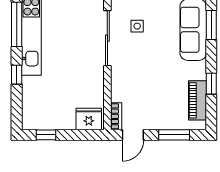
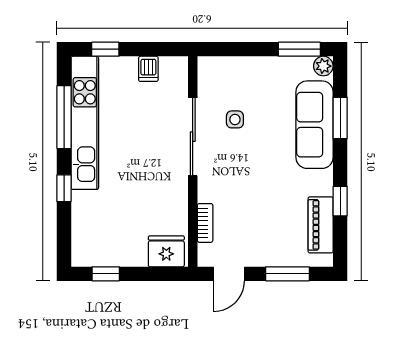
bookcase: (116, 116) -> (205, 223), moved

